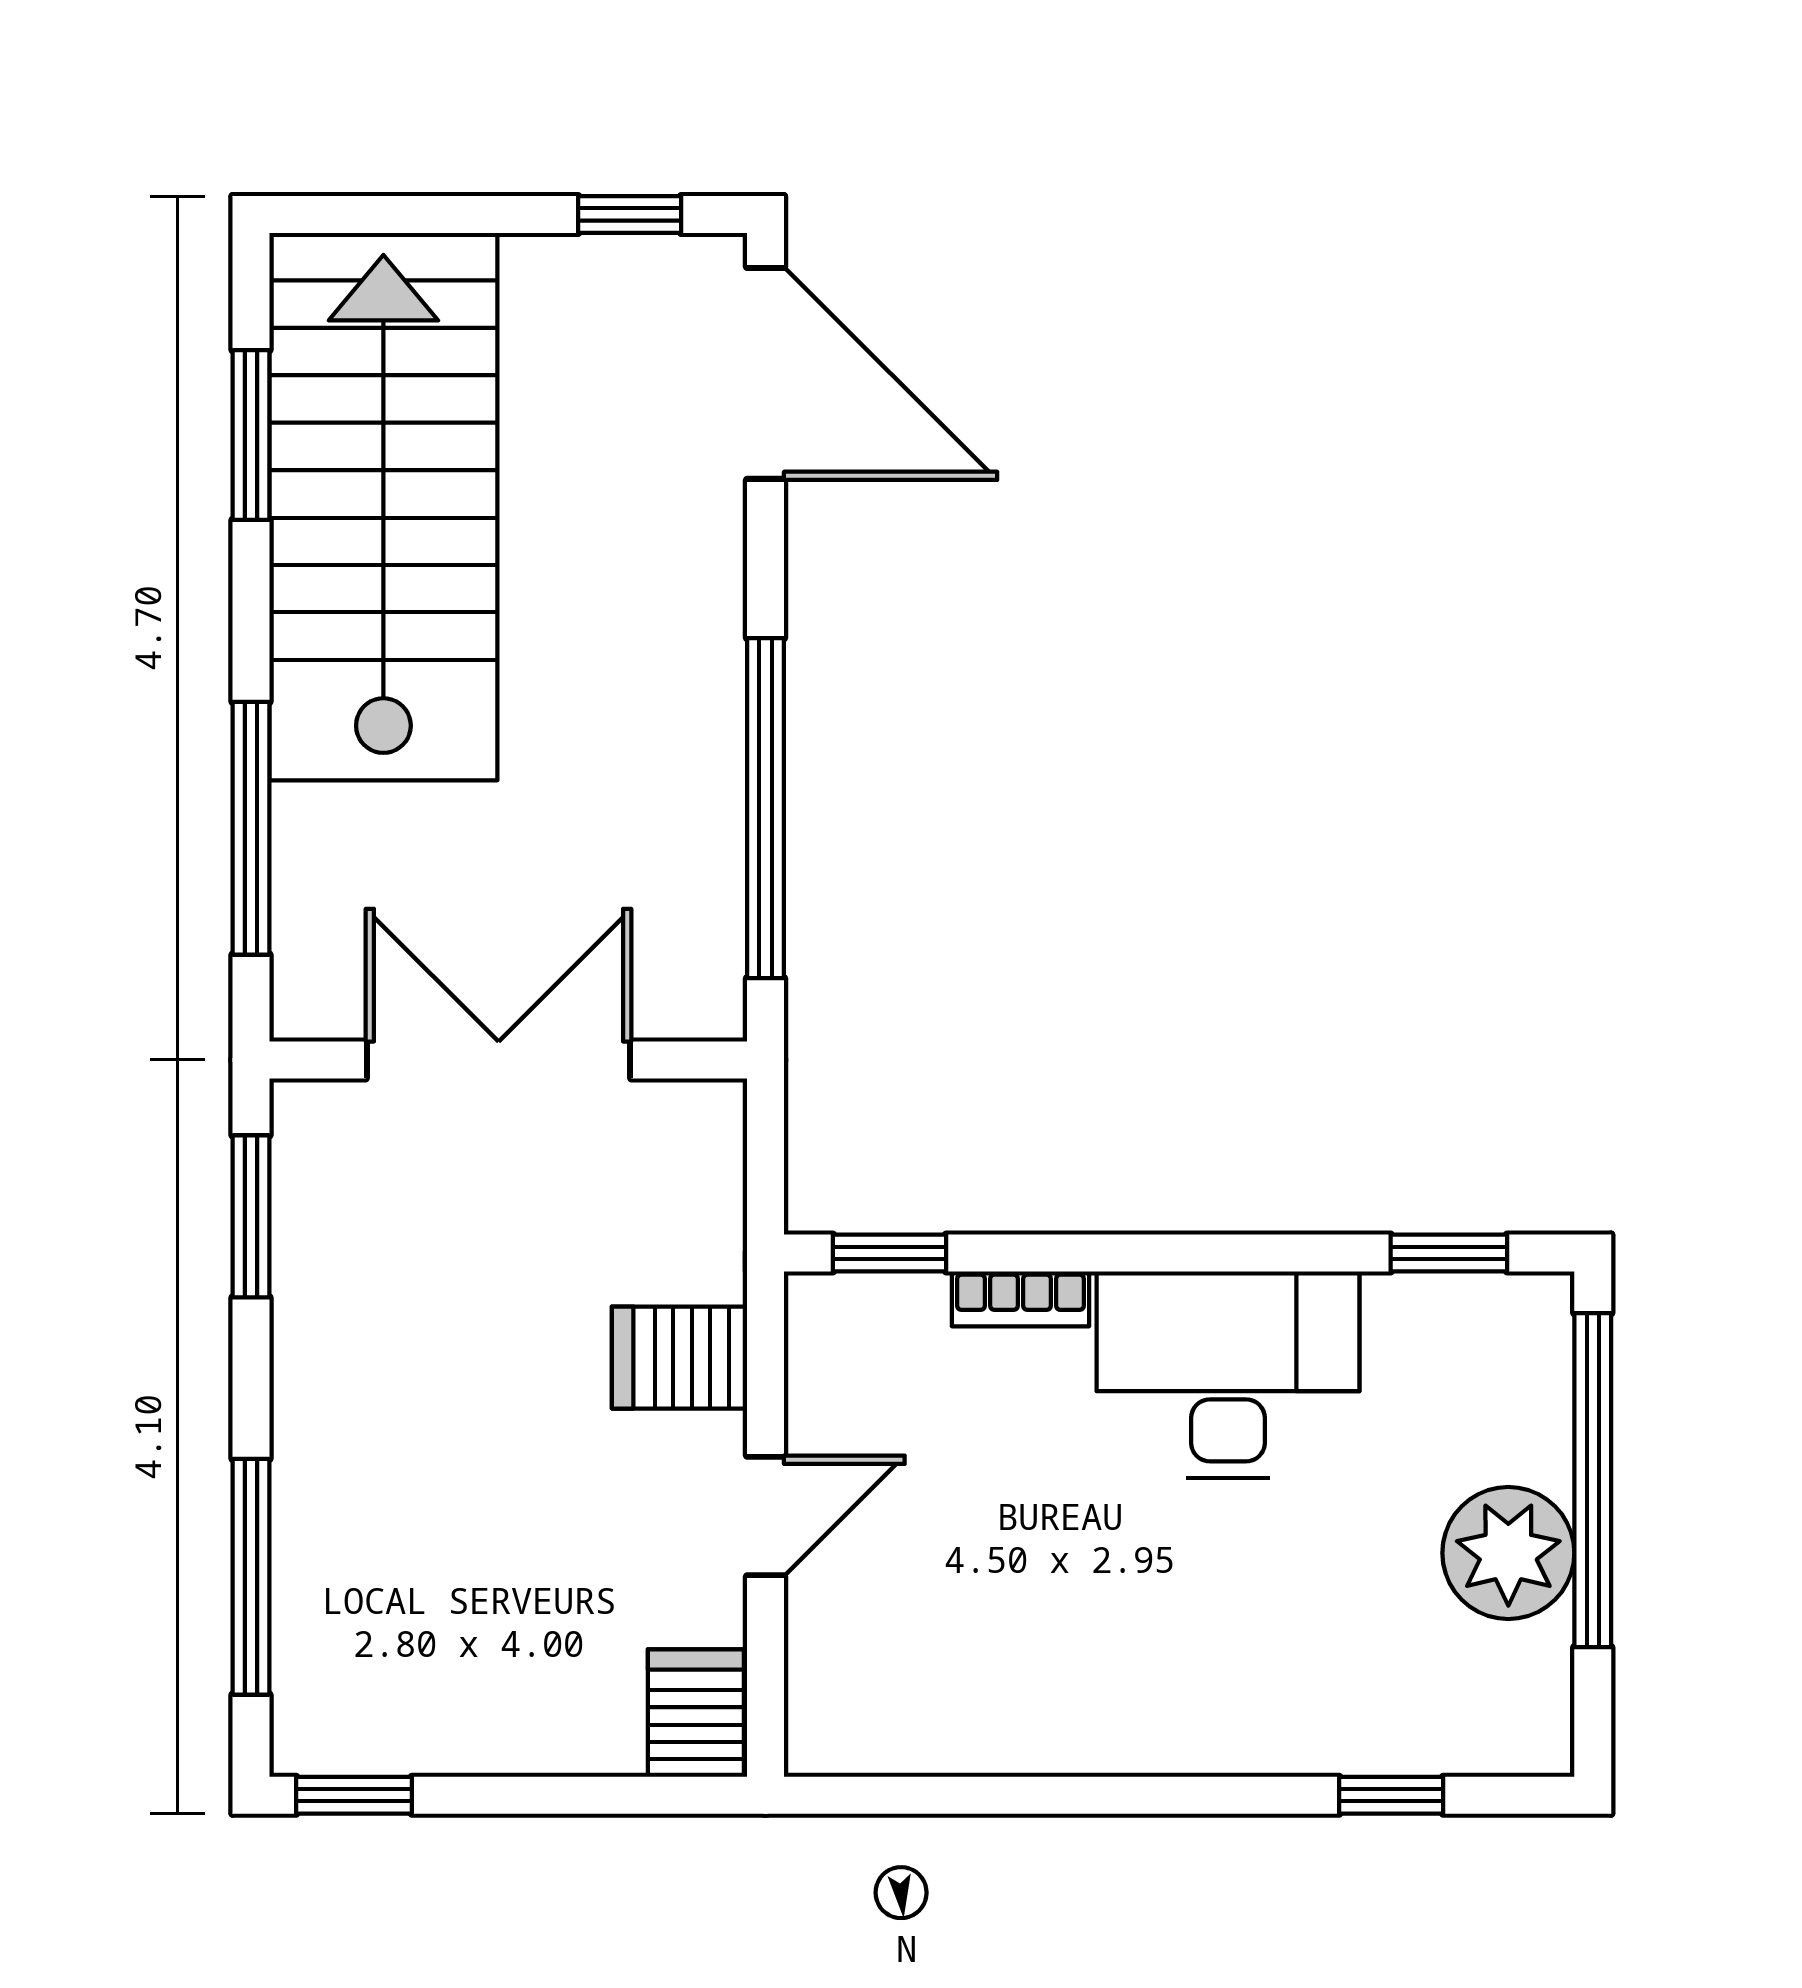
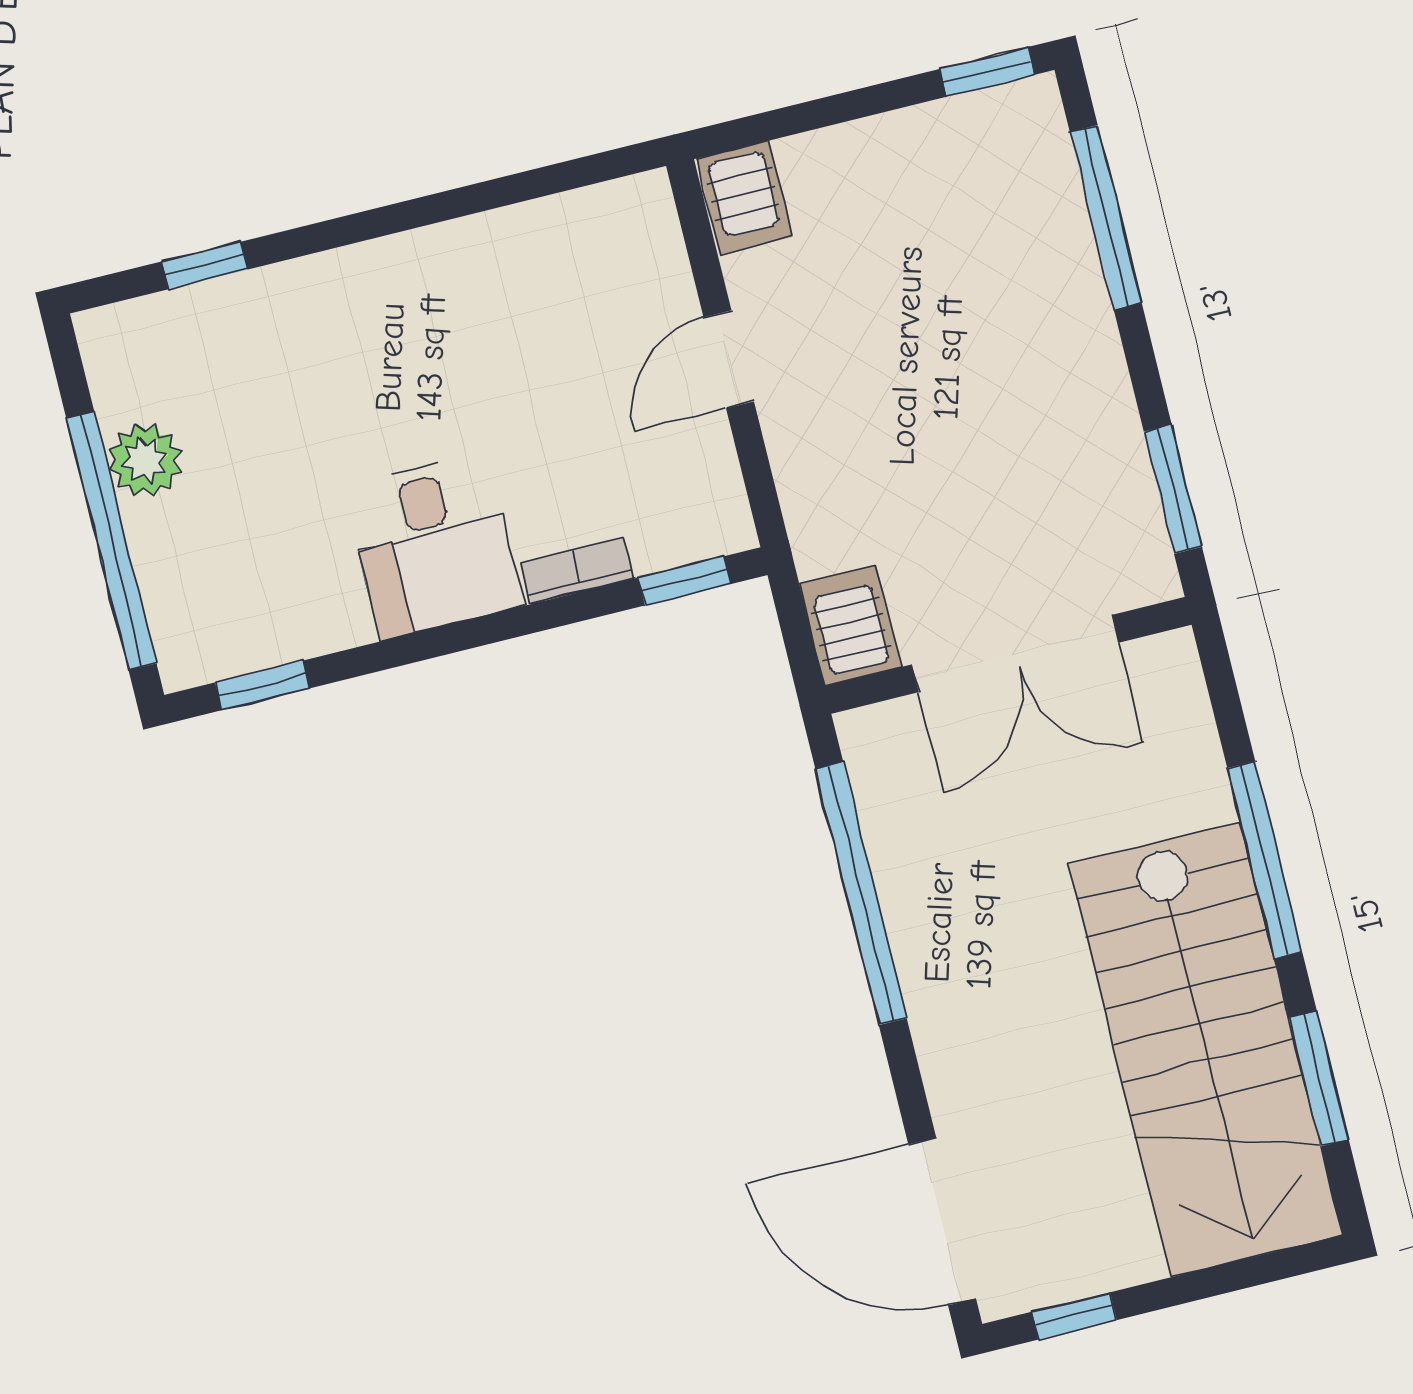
window: (251, 828) -> (1265, 860), moved
server rack: (680, 1358) -> (850, 625), moved, turned -90
desk: (1228, 1375) -> (433, 546), width x0.73
plant: (1508, 1553) -> (145, 460), width x0.73, depth x0.73

